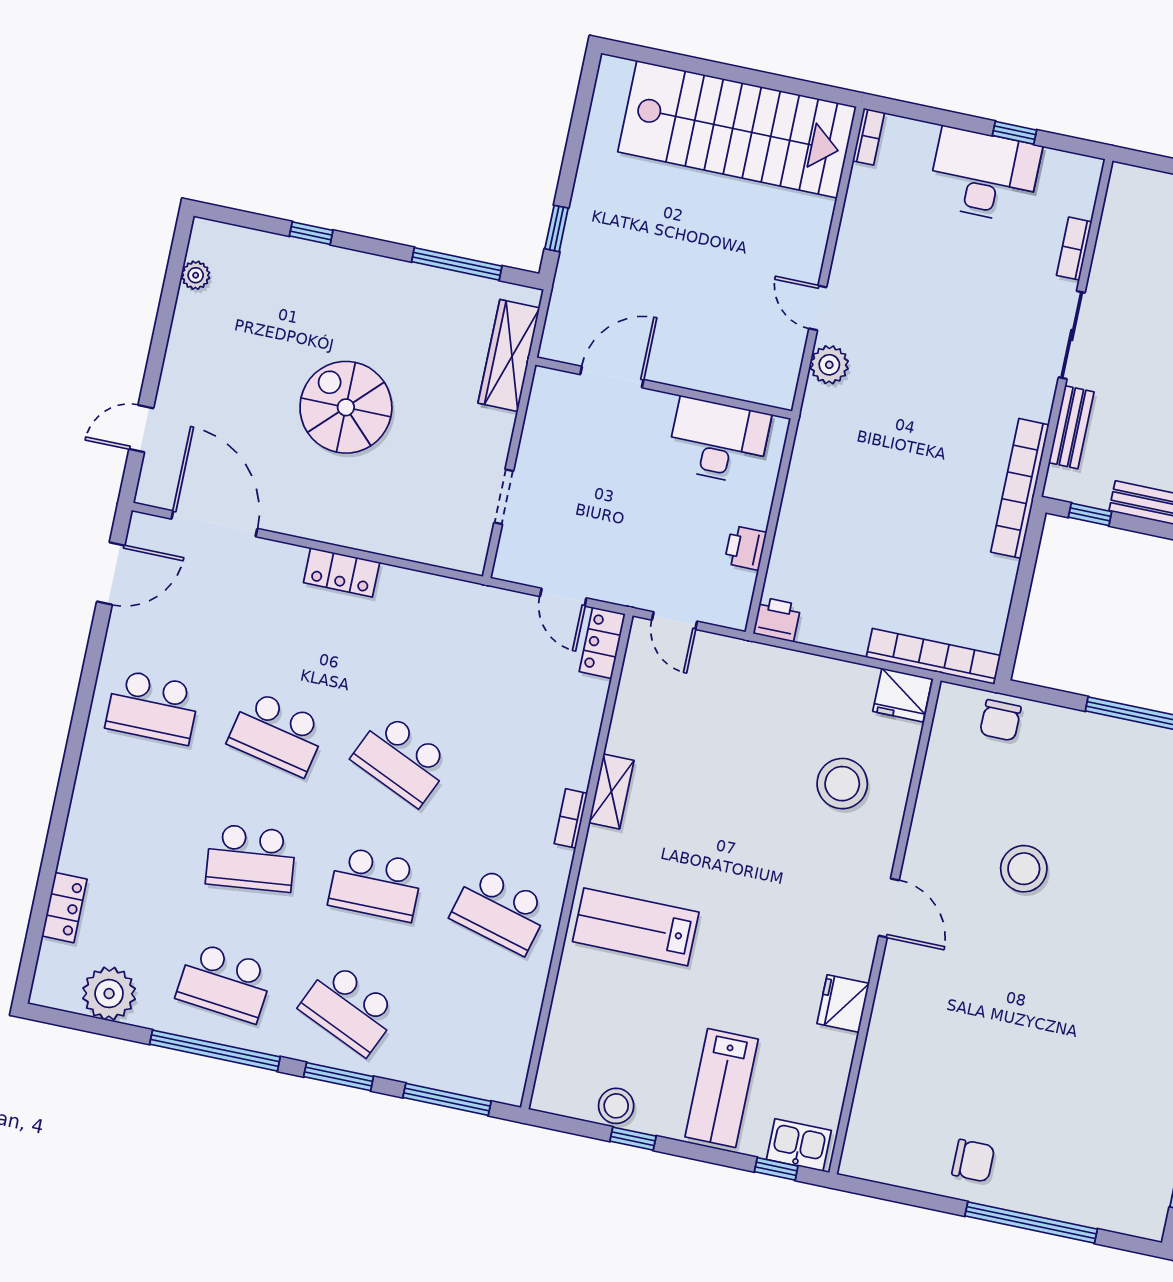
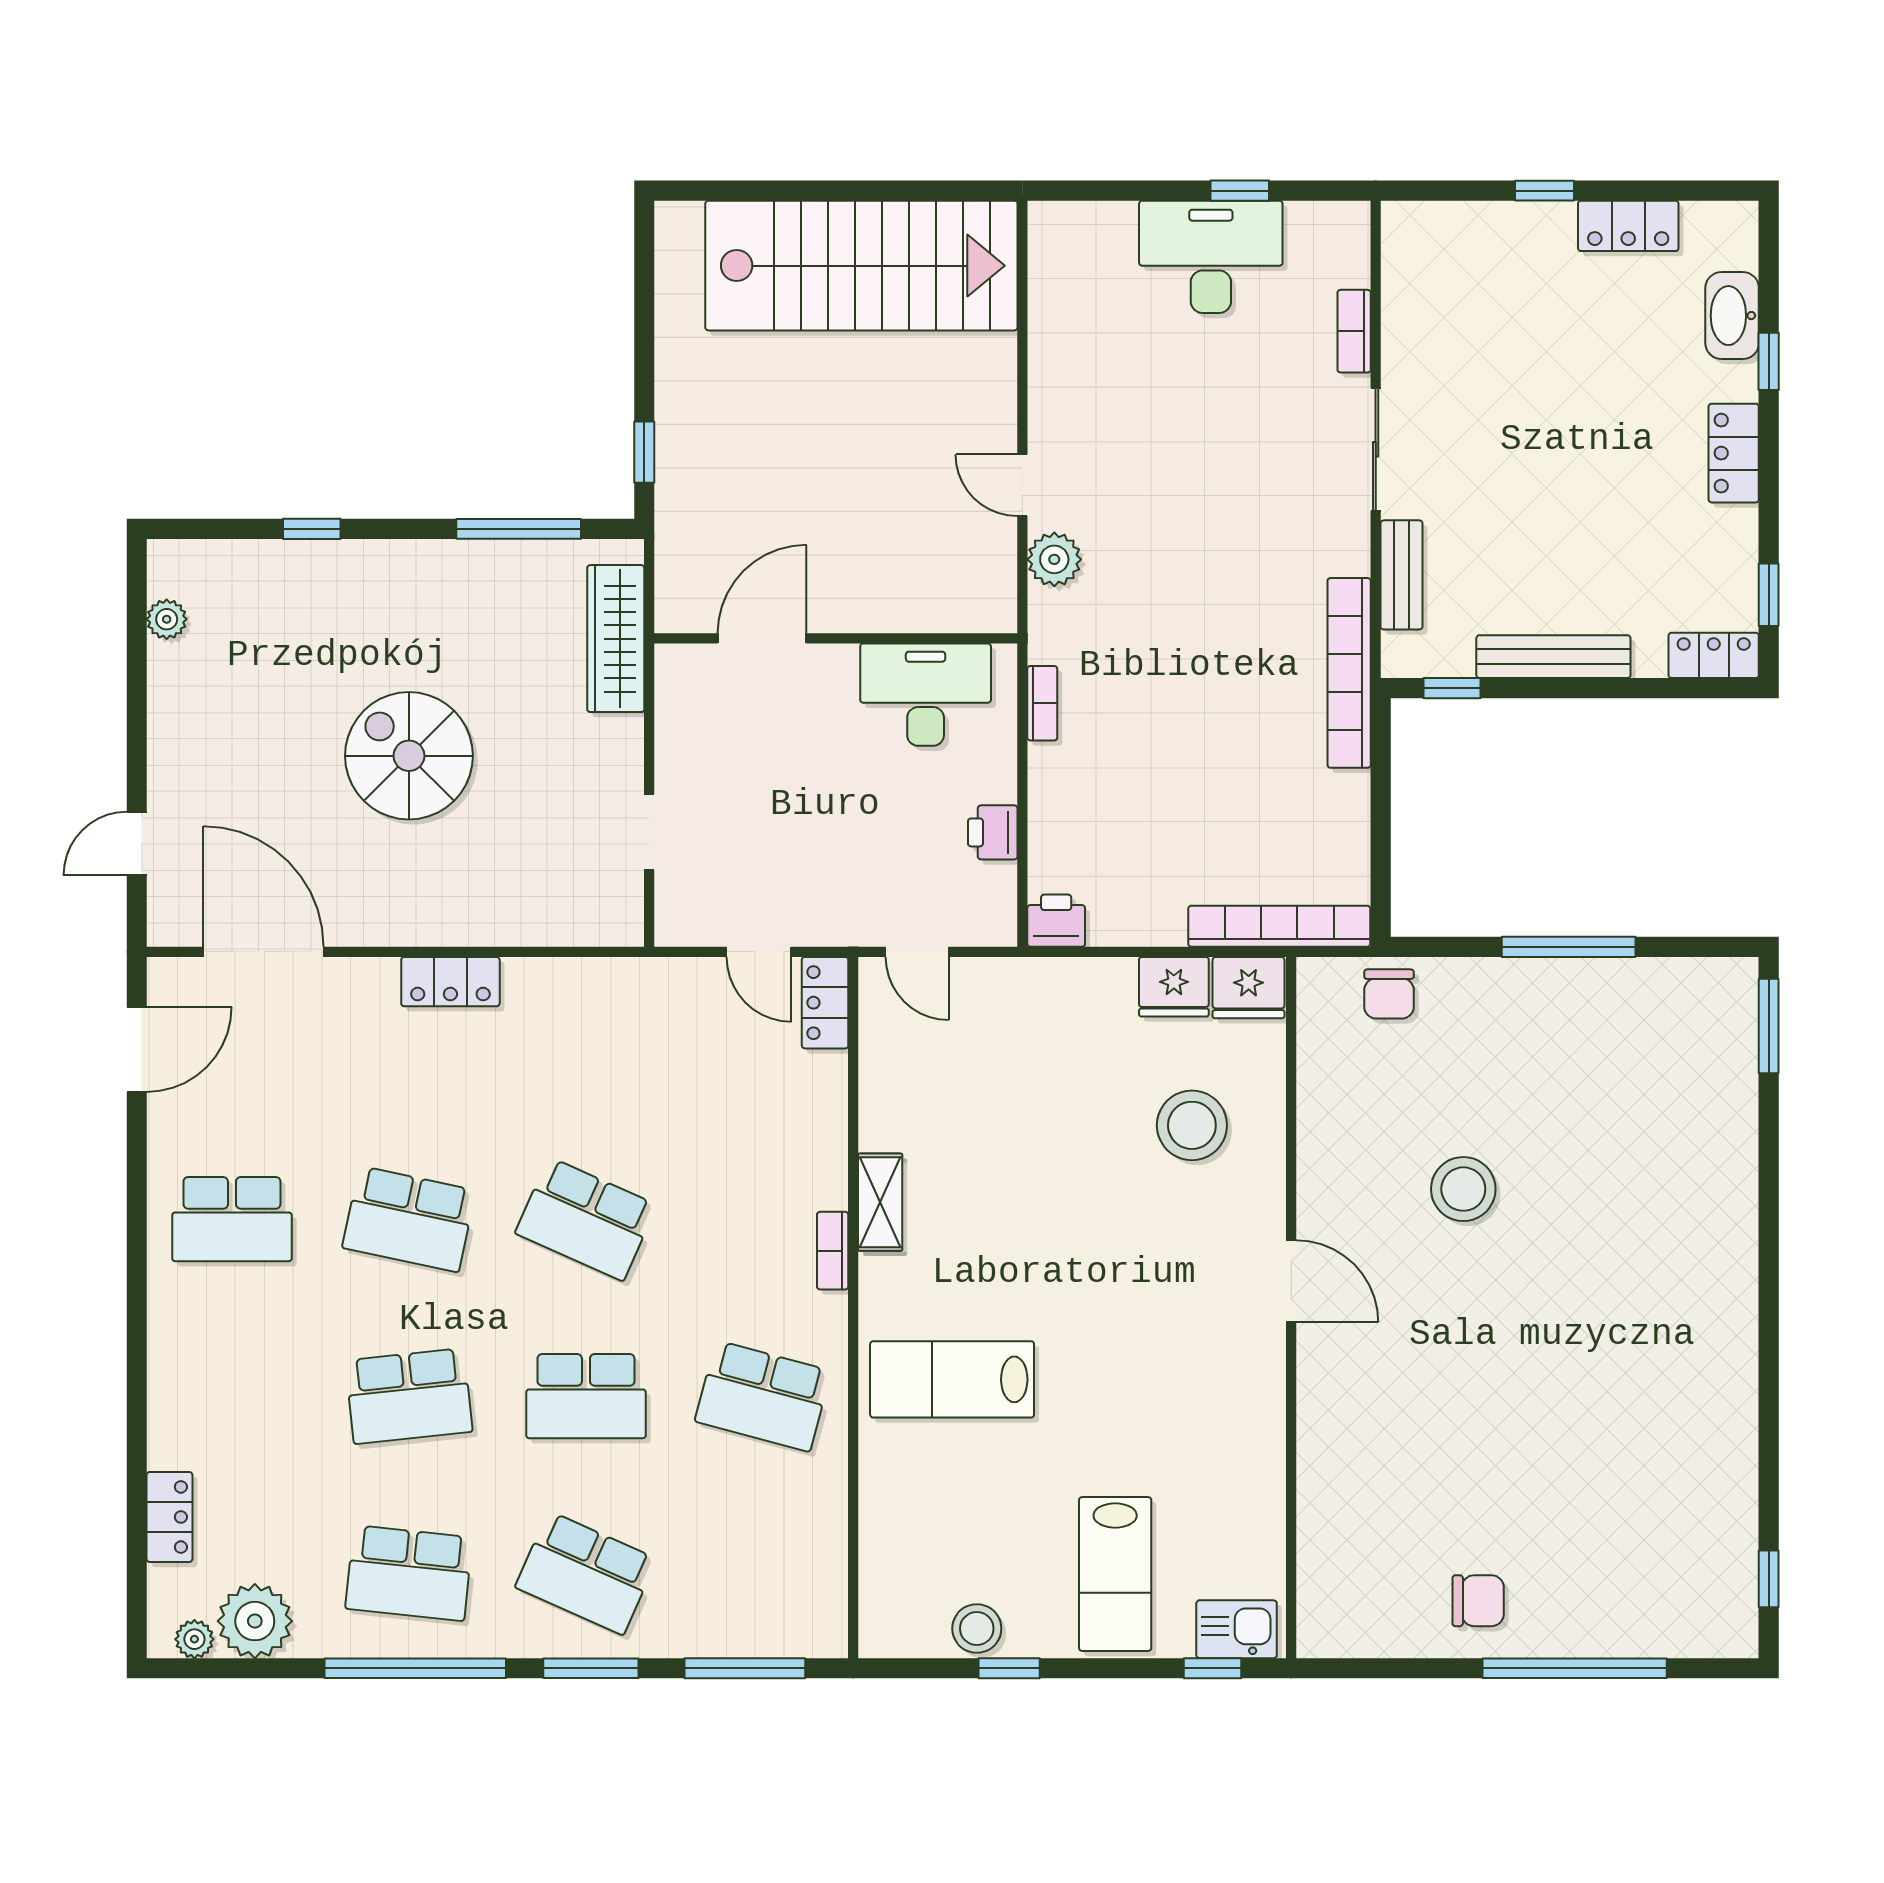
bookcase: (869, 137) -> (1042, 703), moved
plant: (64, 997) -> (194, 1639), added
fridge: (843, 1004) -> (1174, 987), moved, turned -90

